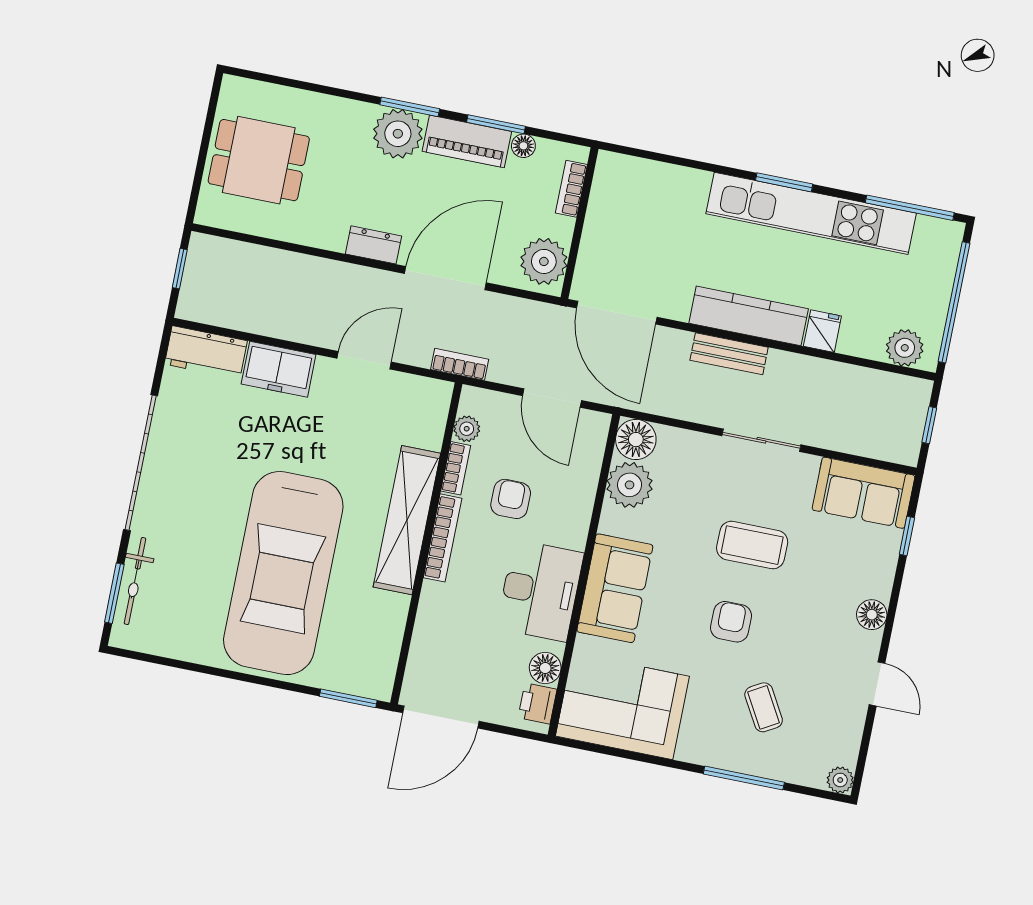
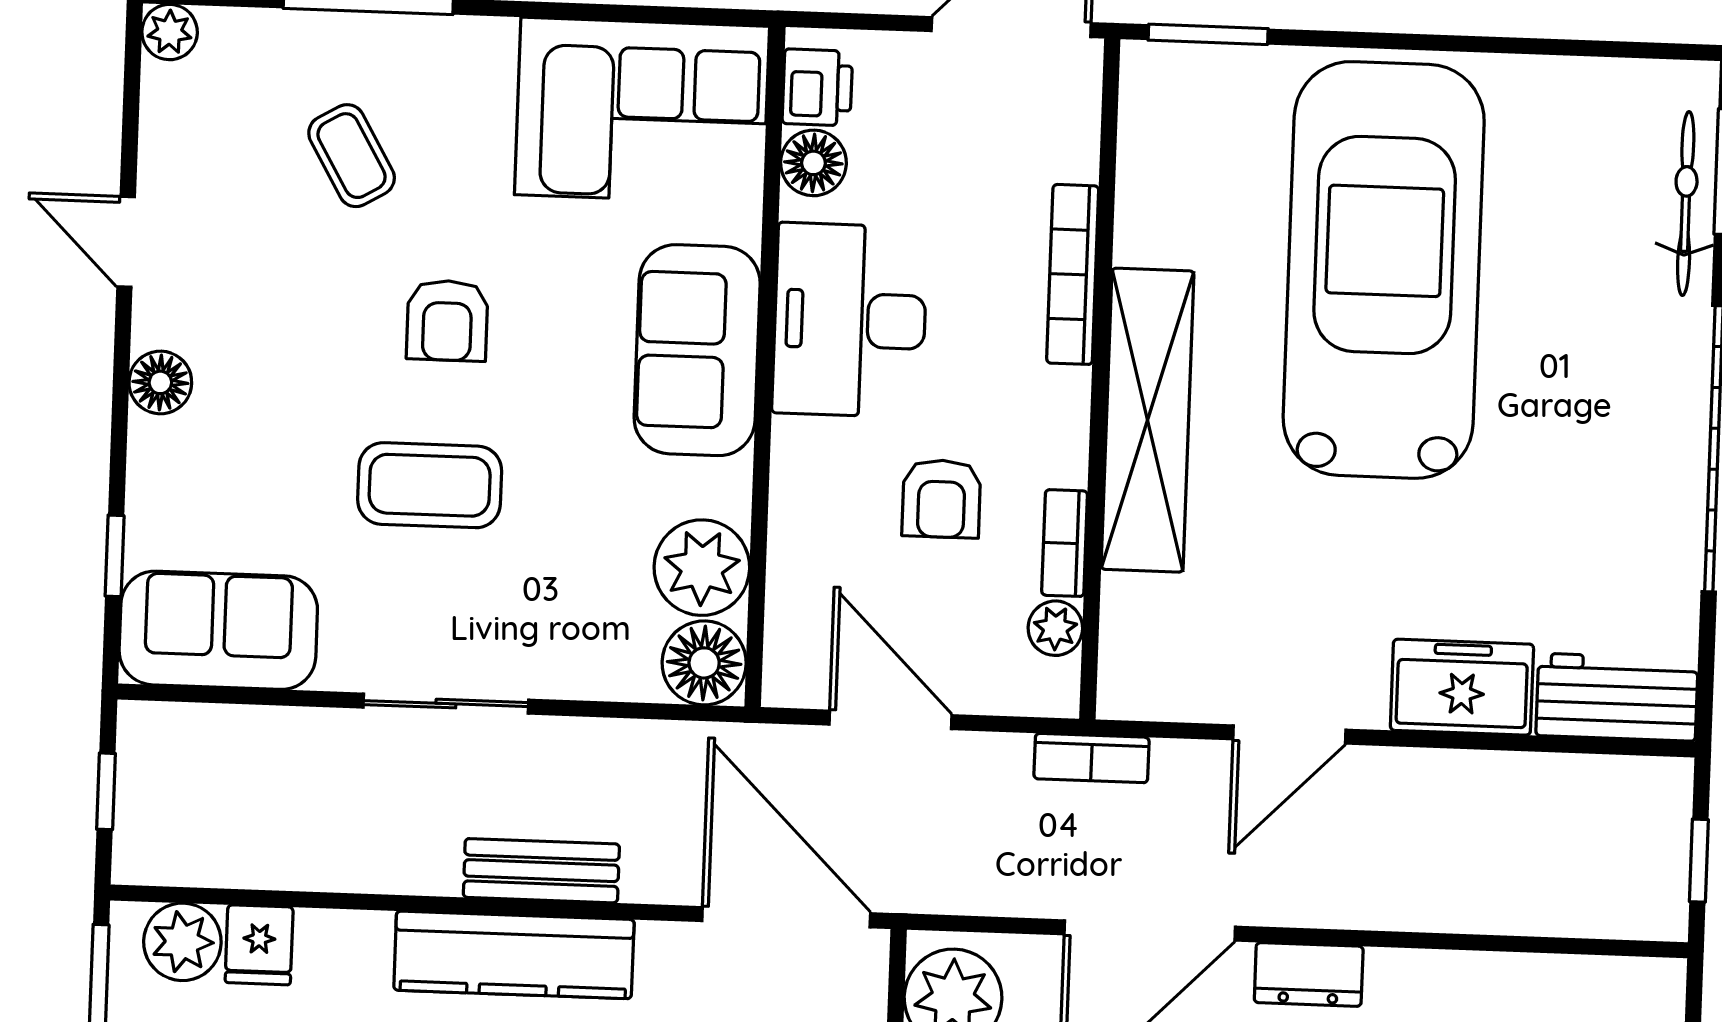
fridge: (822, 331) -> (259, 945), moved
bookcase: (443, 538) -> (1073, 274), moved

